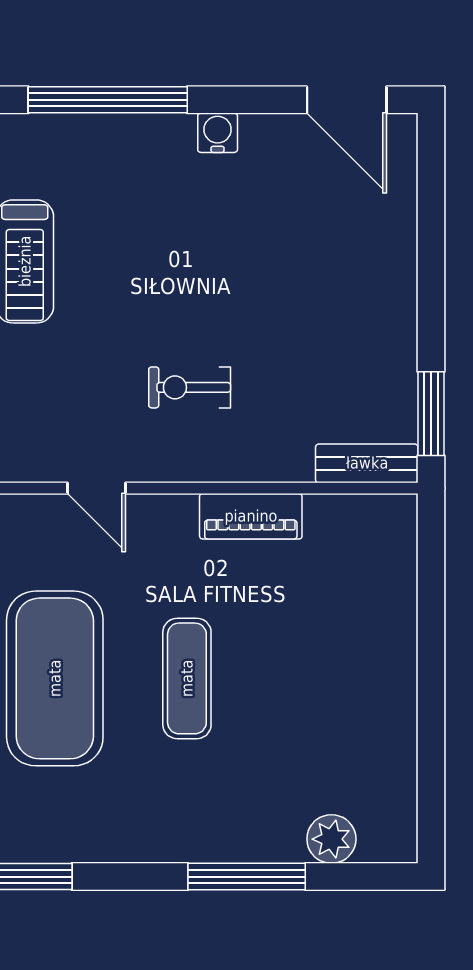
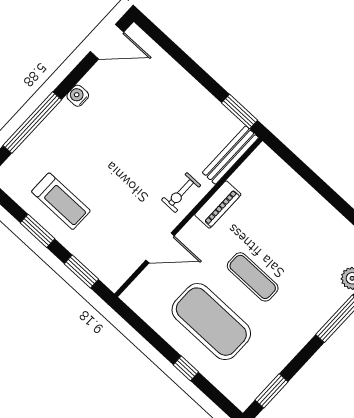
exercise bike: (190, 387) -> (181, 193), moved
bench: (367, 463) -> (230, 155), width x1.36
door: (97, 488) -> (160, 248), width x1.38

